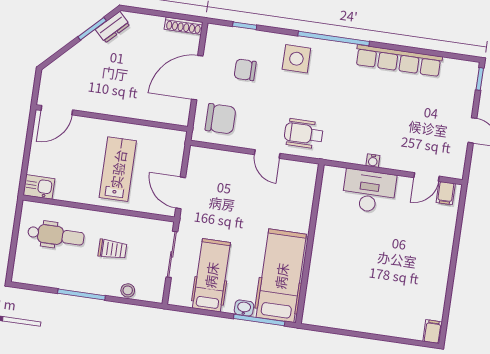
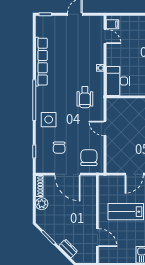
plant: (152, 26) -> (42, 204), added
dresser: (113, 27) -> (68, 249), moved
door: (57, 110) -> (97, 238), moved
wheelchair: (304, 134) -> (85, 97), moved
door: (267, 154) -> (105, 128), swing flipped
desk: (369, 191) -> (118, 81), moved

